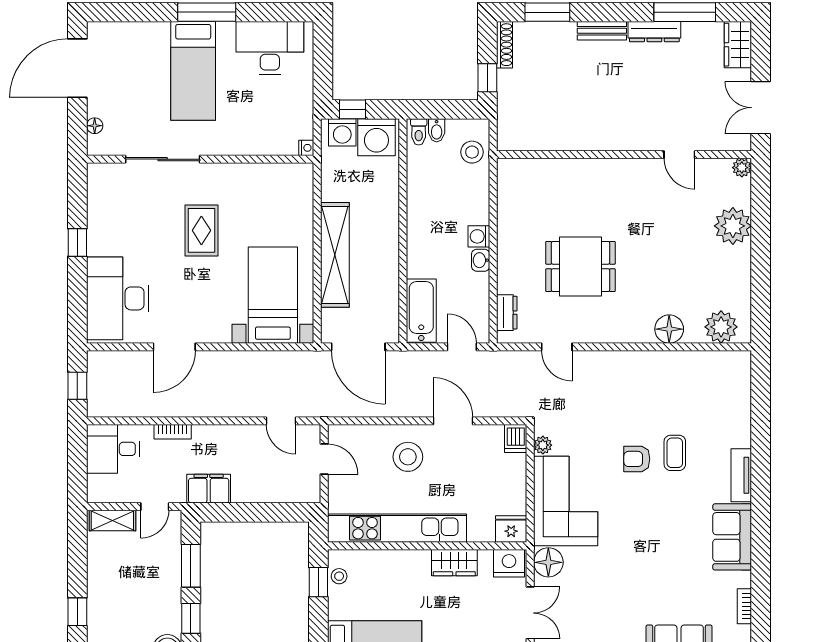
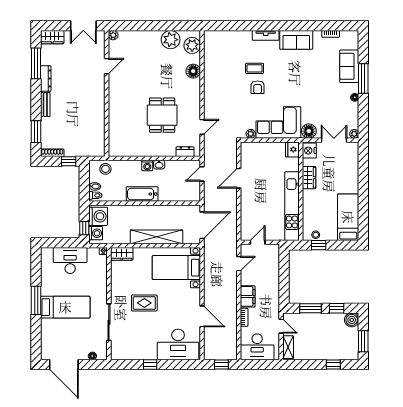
desk: (270, 48) -> (70, 261), moved, turned 90
wardrobe: (301, 185) -> (122, 254), added
plant: (733, 226) -> (171, 40), moved
bathtub: (421, 311) -> (142, 194), moved
dishwasher: (516, 439) -> (247, 147), removed
desk: (113, 449) -> (257, 347), width x1.37
stool: (408, 457) -> (257, 201), removed
filing cabinet: (209, 489) -> (248, 296), moved, turned 180

